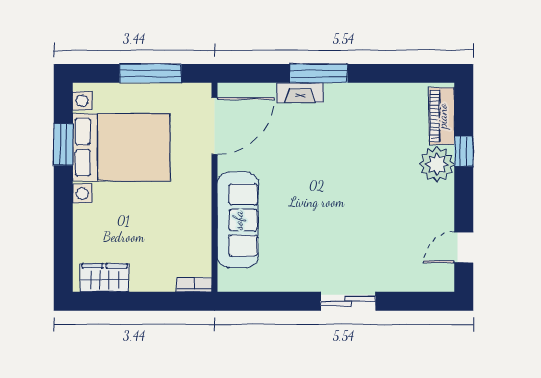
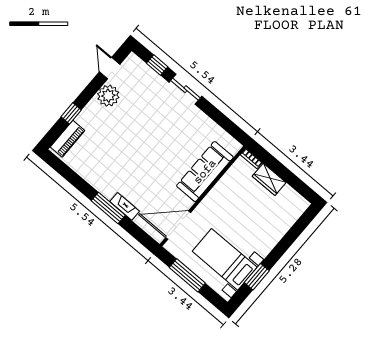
bed with nightstands: (121, 147) -> (225, 259), width x0.73
plant: (437, 164) -> (108, 96), moved
door: (464, 247) -> (110, 68), swing flipped
wardrobe: (105, 278) -> (269, 179), moved
window: (409, 301) -> (157, 65), added

